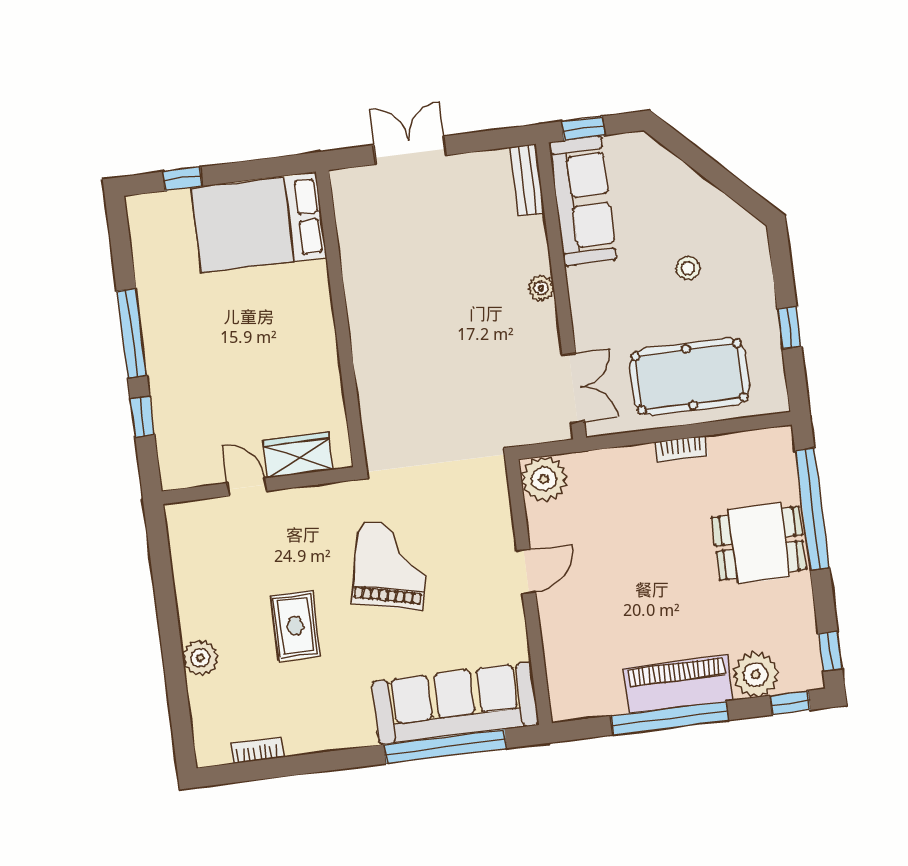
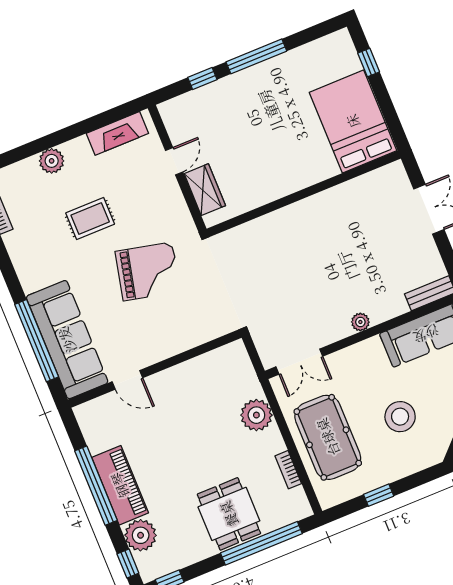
stool: (688, 268) -> (400, 417), width x1.89, depth x1.89
bookcase: (681, 449) -> (288, 470), moved
plant: (544, 479) -> (256, 415), moved
fireplace: (187, 556) -> (117, 133), added
door: (526, 572) -> (127, 380), moved

